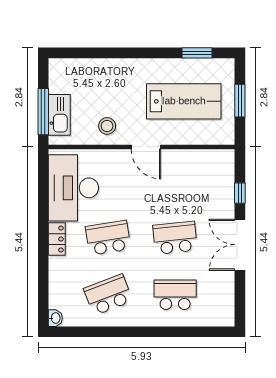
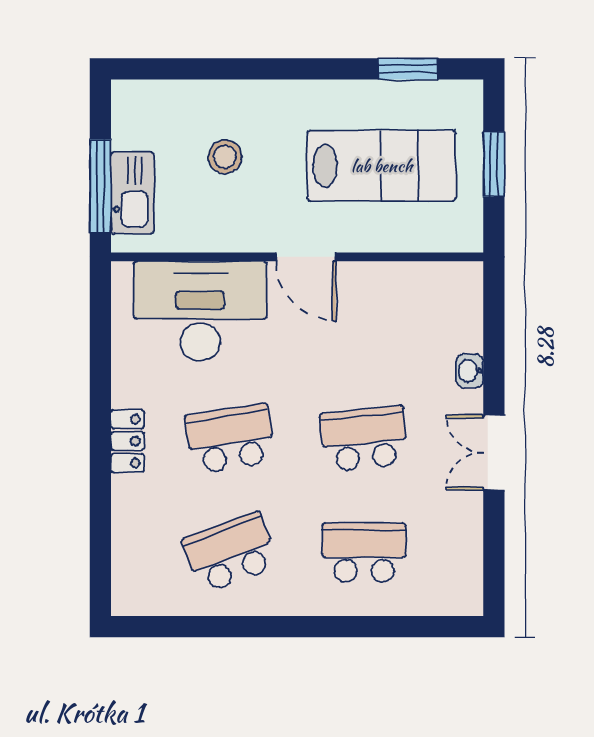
stool: (107, 126) -> (225, 157), moved
desk: (73, 188) -> (200, 311), moved, turned 90
window: (240, 193) -> (494, 349), removed
double door: (240, 245) -> (494, 453), width x0.73
washbasin: (55, 318) -> (470, 371), moved, turned 180

